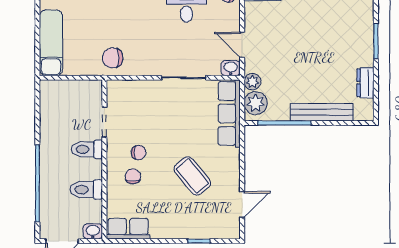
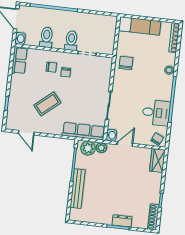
dresser: (365, 83) -> (122, 221), moved

